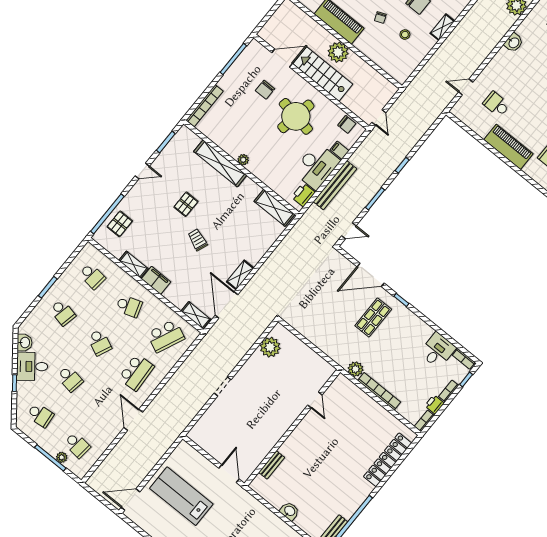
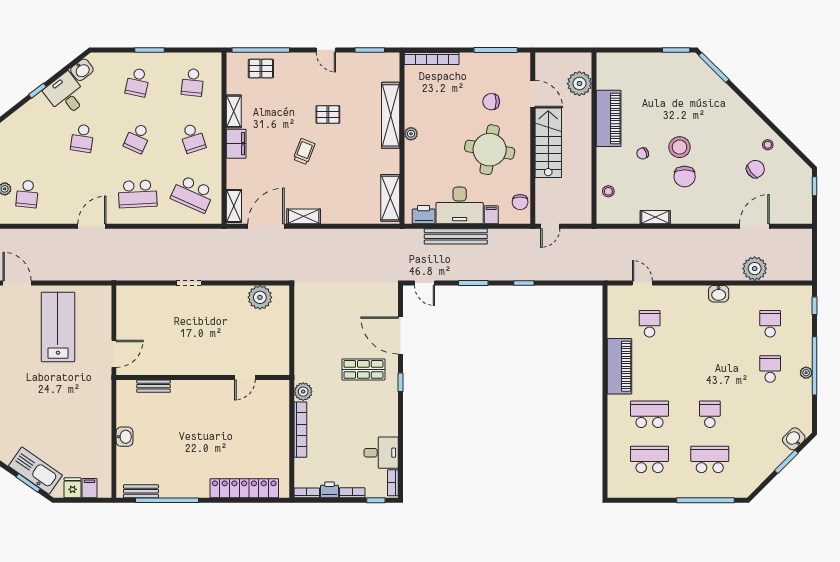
shelving: (442, 27) -> (655, 217), moved
stool: (405, 35) -> (608, 191), moved
plant: (338, 52) -> (579, 84), moved
school desk: (40, 415) -> (27, 138), removed

